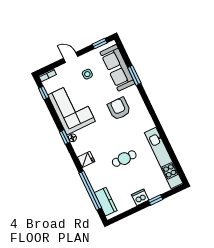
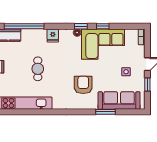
window: (100, 44) -> (147, 84), moved
window: (44, 93) -> (103, 26), moved
armchair: (119, 109) -> (83, 85), turned -90

